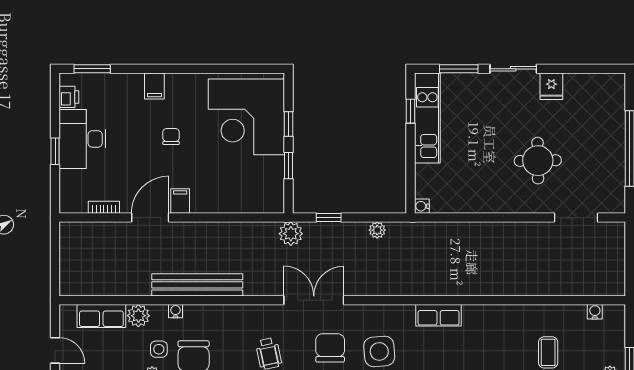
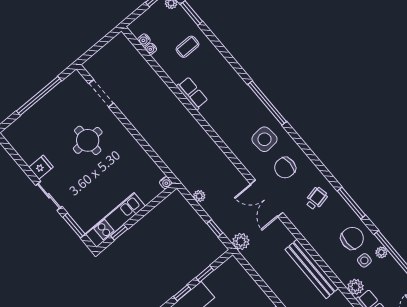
water cooler: (176, 311) -> (151, 49), moved
row of seats: (439, 315) -> (192, 93), moved

